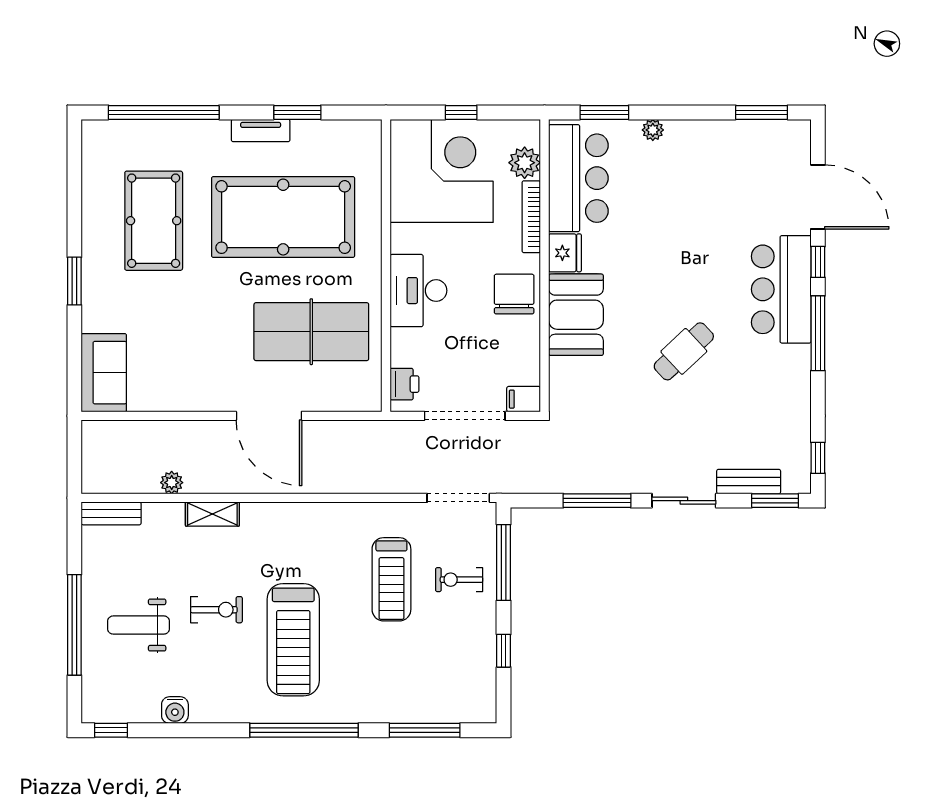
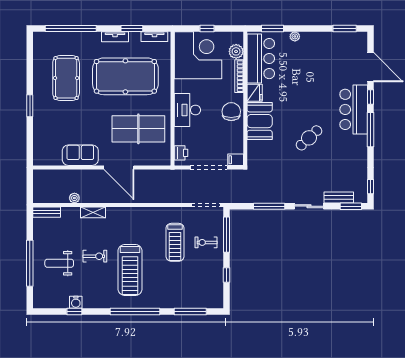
tv unit: (346, 130) -> (154, 37), added
sofa: (104, 373) -> (80, 155), moved, turned -90
window: (111, 730) -> (74, 311), moved

